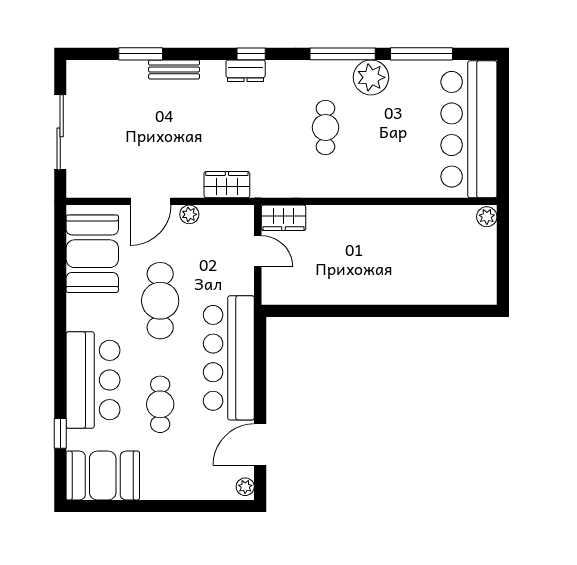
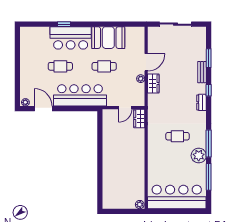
window: (251, 54) -> (209, 90), moved
wardrobe: (227, 185) -> (153, 83), moved
door: (151, 201) -> (146, 62), swing flipped
booth: (92, 254) -> (108, 38), moved
cafe table: (160, 301) -> (104, 66), width x0.73, depth x0.74
window: (60, 433) -> (64, 24), moved
booth: (103, 476) -> (30, 42), removed

